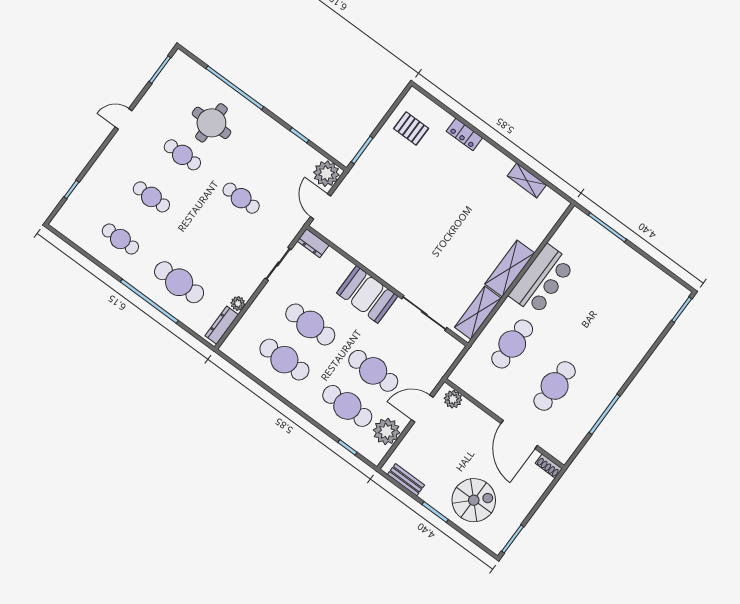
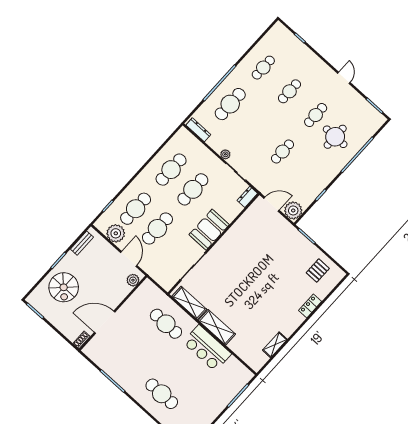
plant: (238, 303) -> (225, 154), moved
cafe table: (555, 386) -> (162, 394), moved

